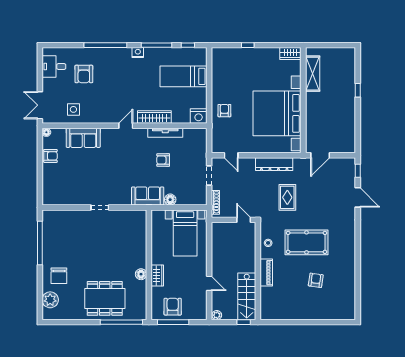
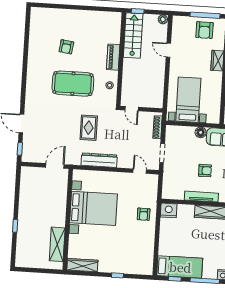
wardrobe: (290, 54) -> (82, 265), width x1.50
bed: (183, 76) -> (180, 267), moved
bed with nightstands: (277, 113) -> (94, 208), width x0.73

